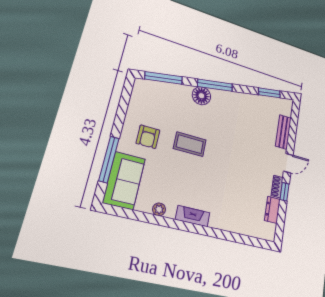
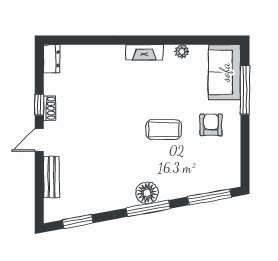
floor lamp: (201, 96) -> (147, 193), moved
dresser: (272, 210) -> (52, 59), moved

